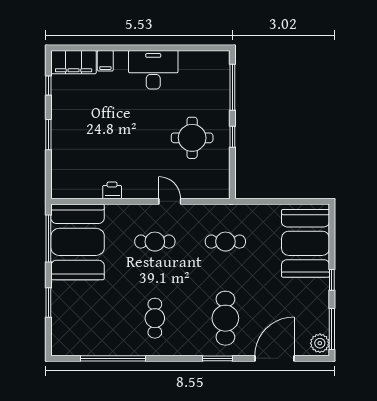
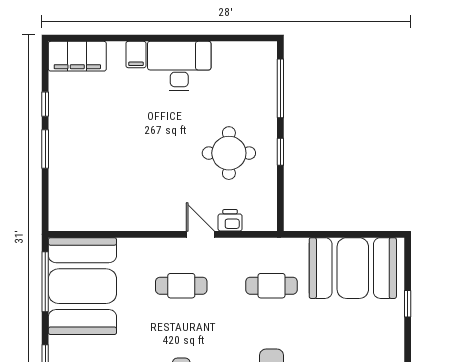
filing cabinet: (105, 61) -> (136, 55), moved
window: (48, 85) -> (45, 104), moved
printer: (112, 190) -> (230, 220), moved
booth: (306, 243) -> (353, 268), moved, turned 90
window: (332, 280) -> (408, 304), moved

